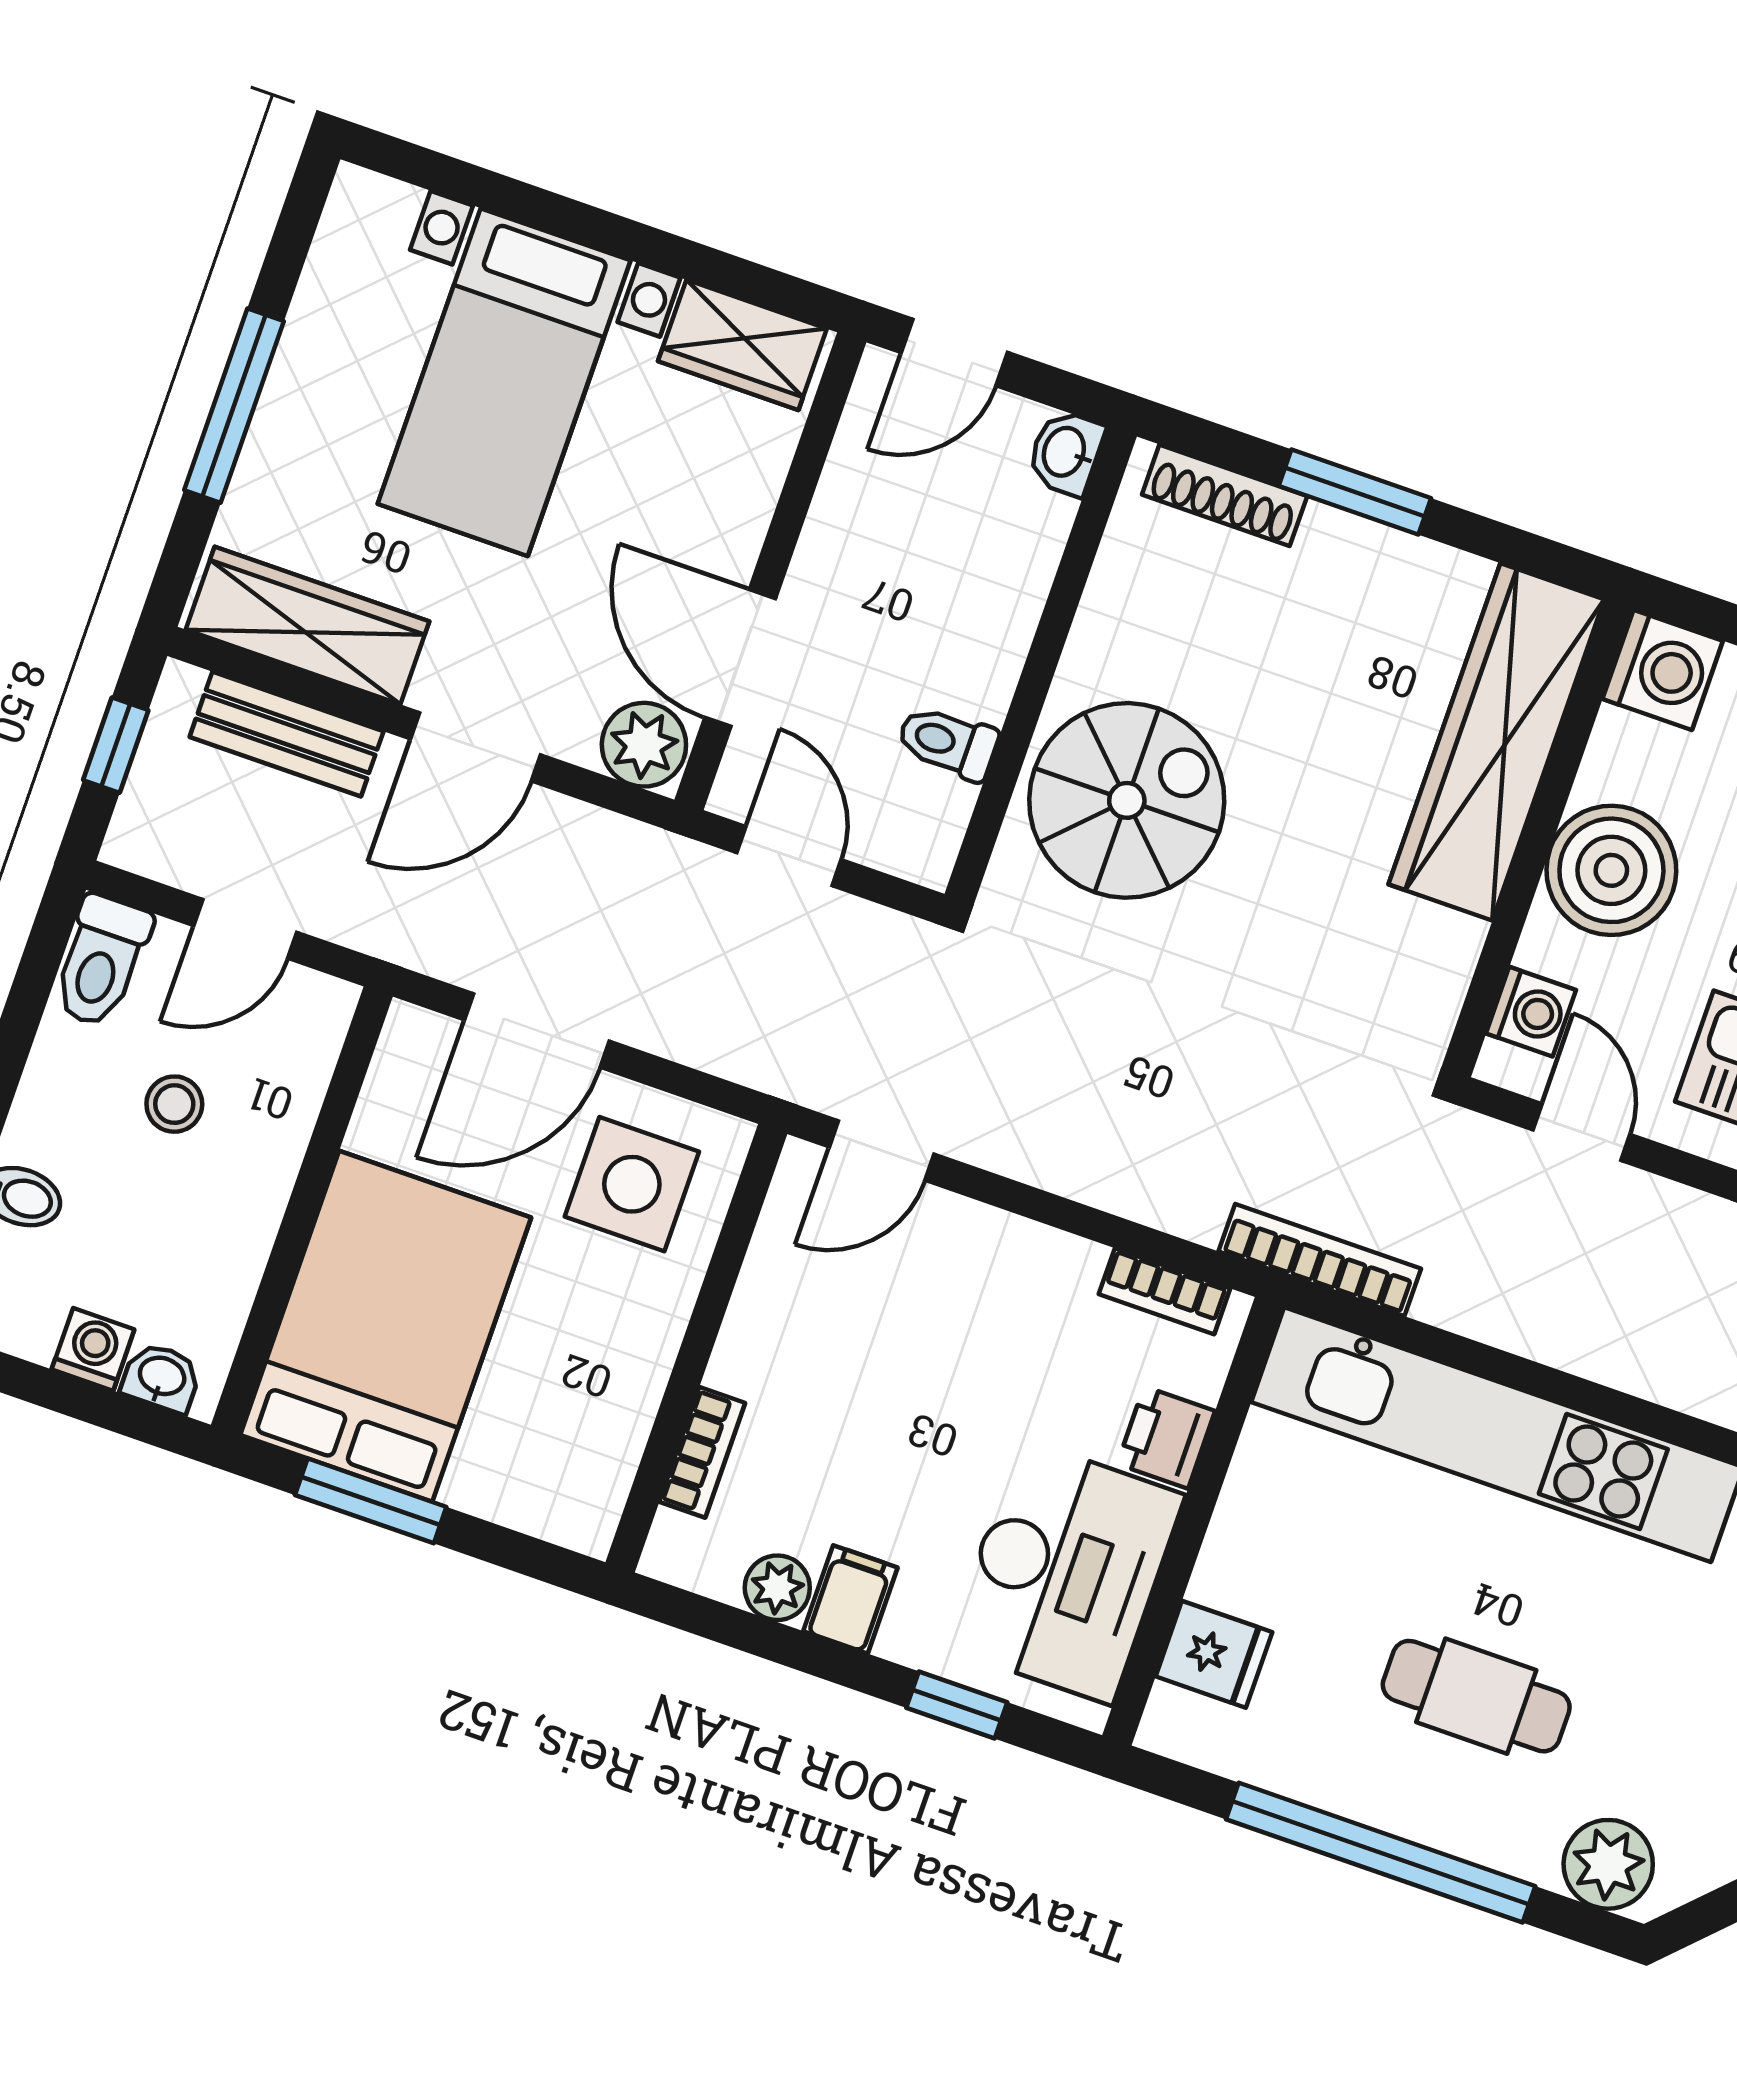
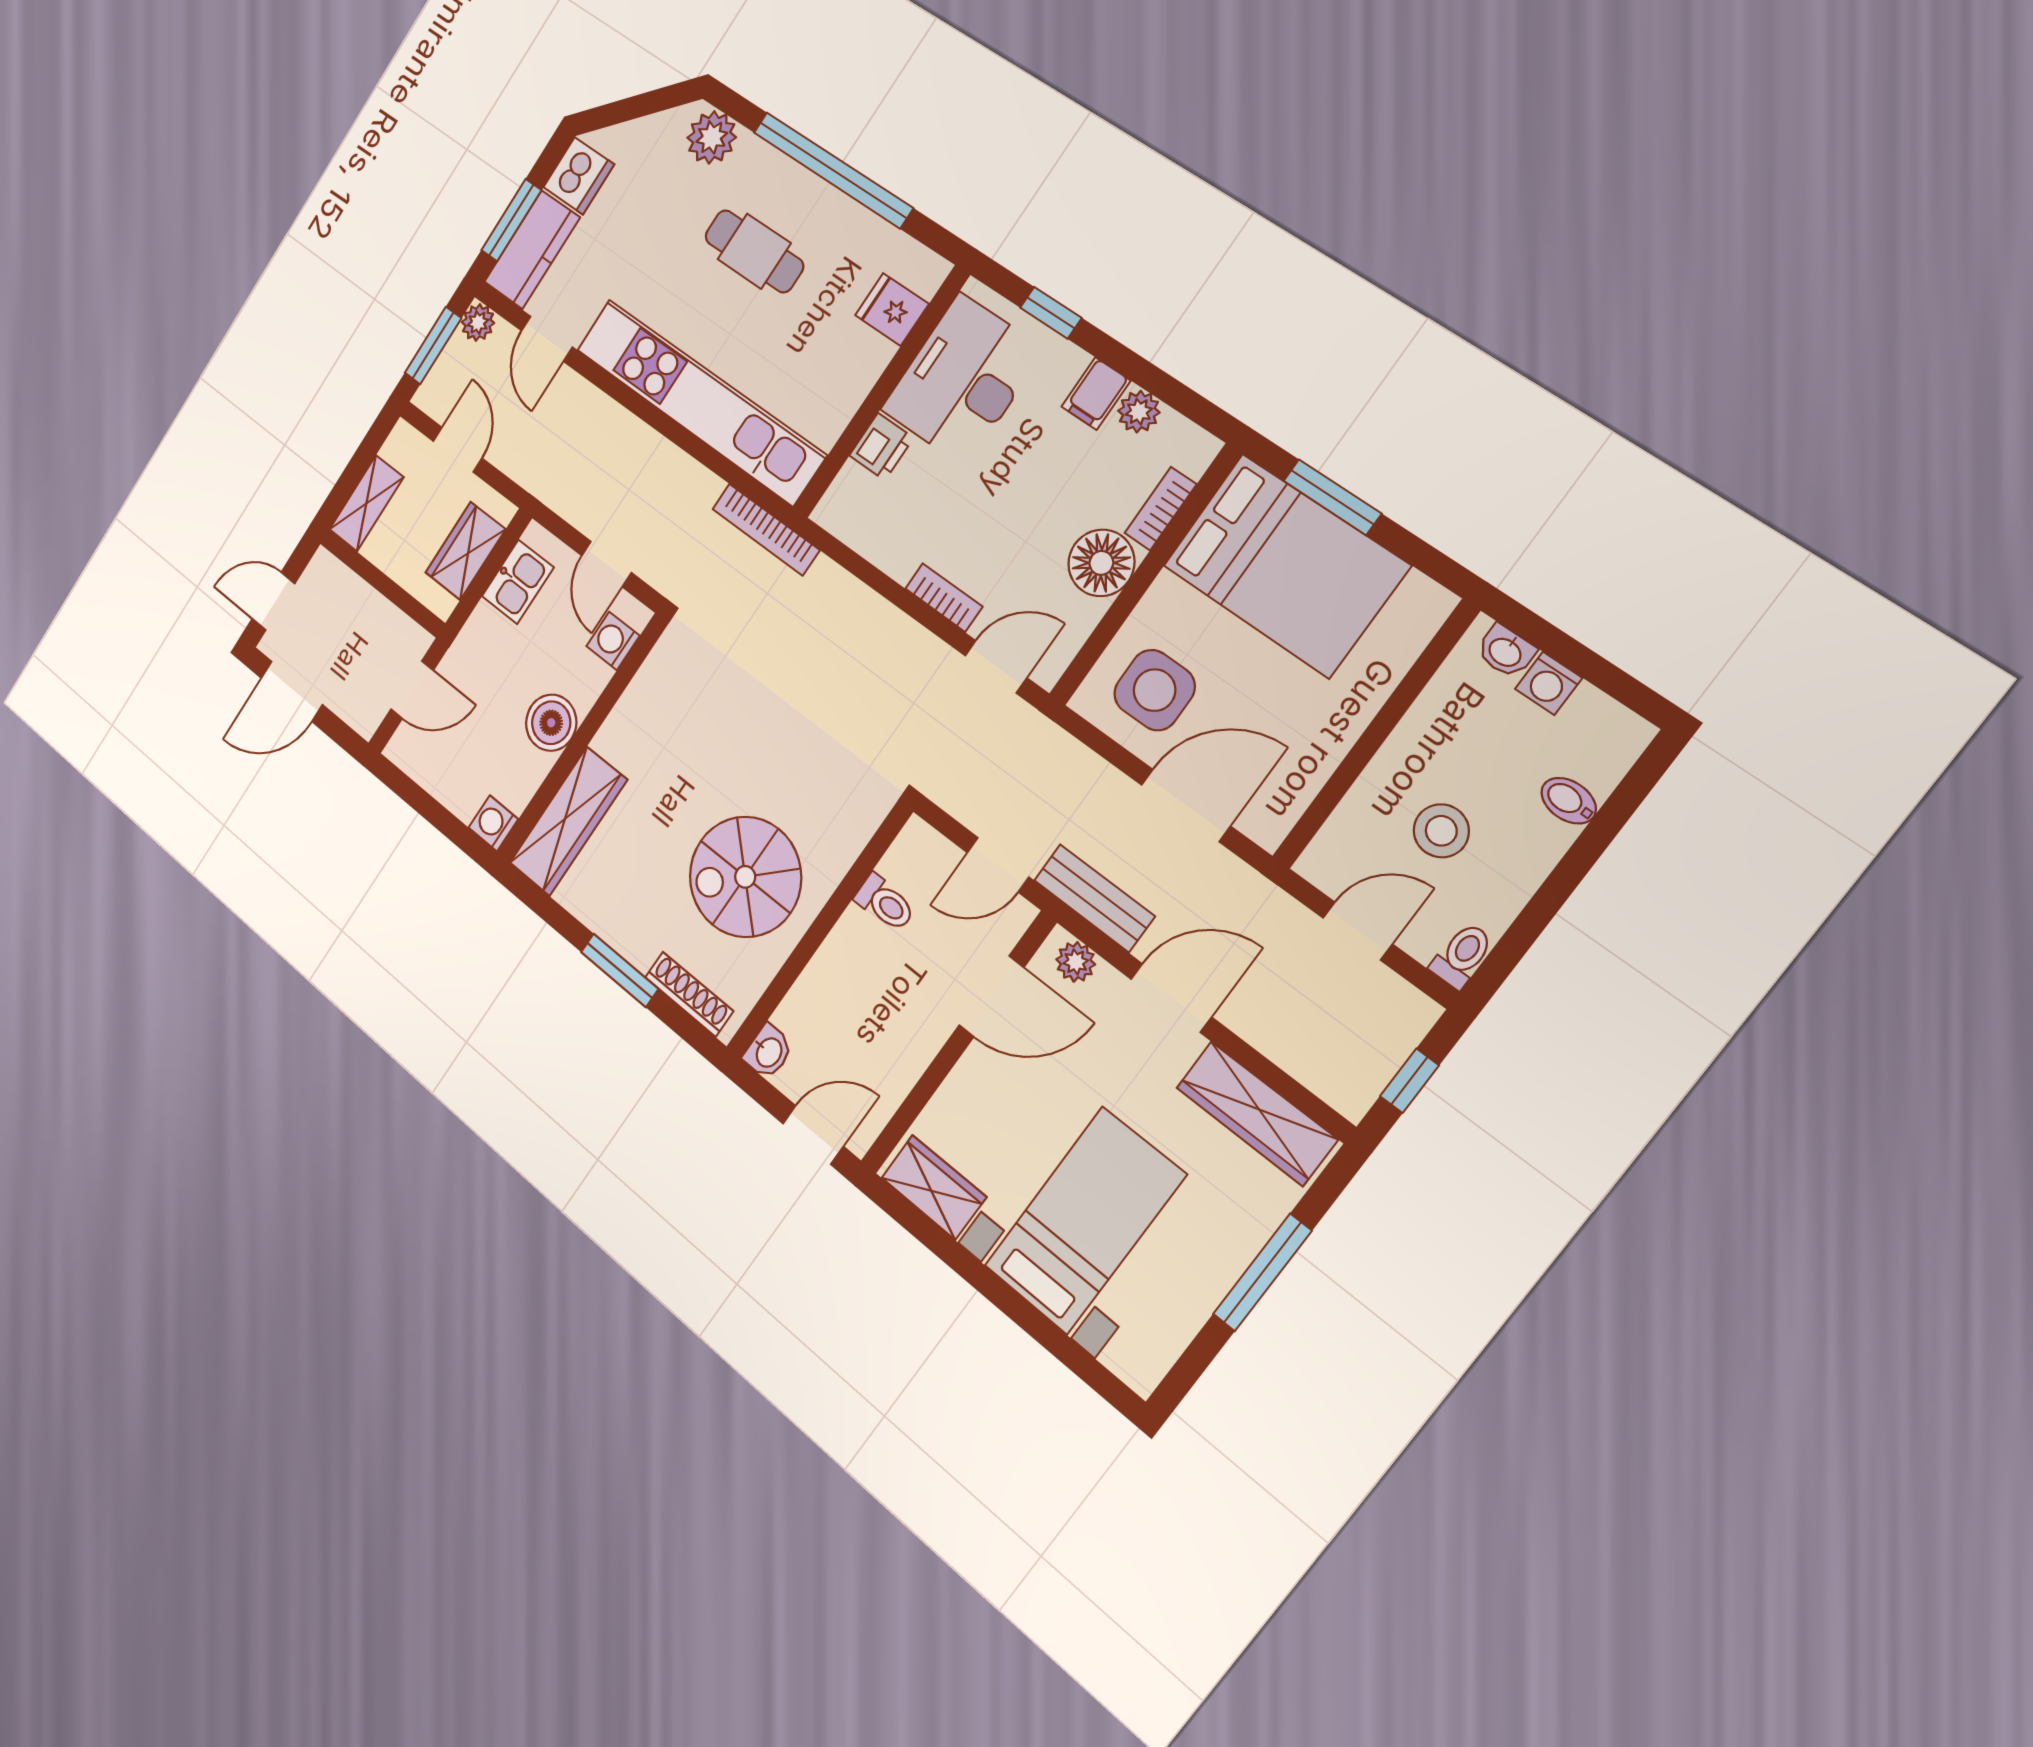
door: (740, 658) -> (991, 997), hinge flipped
washing machine: (1663, 670) -> (493, 823), width x0.73, depth x0.73
bench: (287, 734) -> (1094, 898), moved
wardrobe: (1496, 742) -> (568, 822), width x0.71, depth x0.85
plant: (644, 745) -> (1076, 962), width x0.73, depth x0.73
spiral stairs: (1127, 800) -> (745, 877), moved
door: (789, 856) -> (998, 865), hinge flipped
boiler: (1611, 870) -> (551, 723), width x0.73, depth x0.73
toilet: (101, 961) -> (1462, 955), width x0.73, depth x0.72
stool: (174, 1104) -> (1441, 831), width x1.37, depth x1.37
bookcase: (1164, 1291) -> (944, 598), moved
bed: (386, 1326) -> (1285, 566), moved, turned -90
floor lamp: (767, 1349) -> (1101, 563), added
window: (371, 1501) -> (1332, 497), moved

